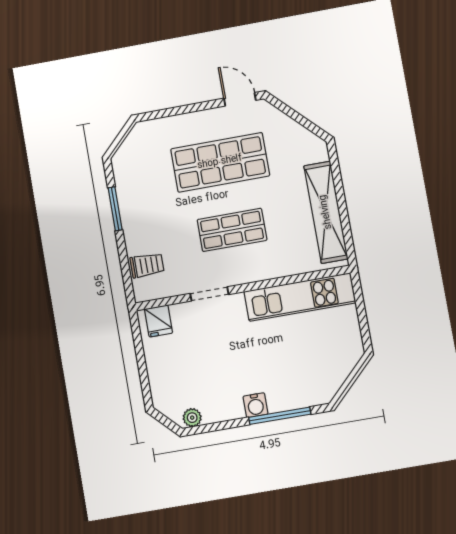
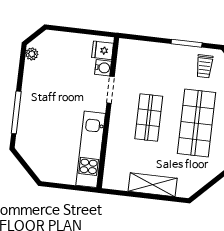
shelving: (326, 212) -> (153, 185), width x0.68
trolley: (147, 265) -> (204, 66), moved
water cooler: (256, 405) -> (103, 68), moved, turned 180

